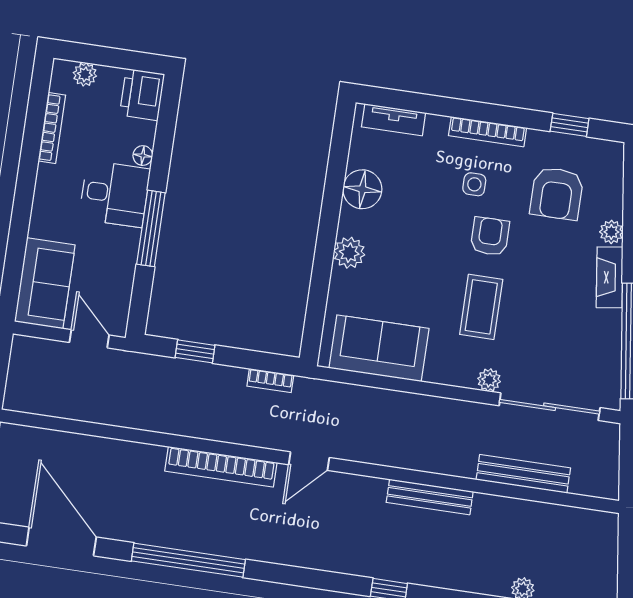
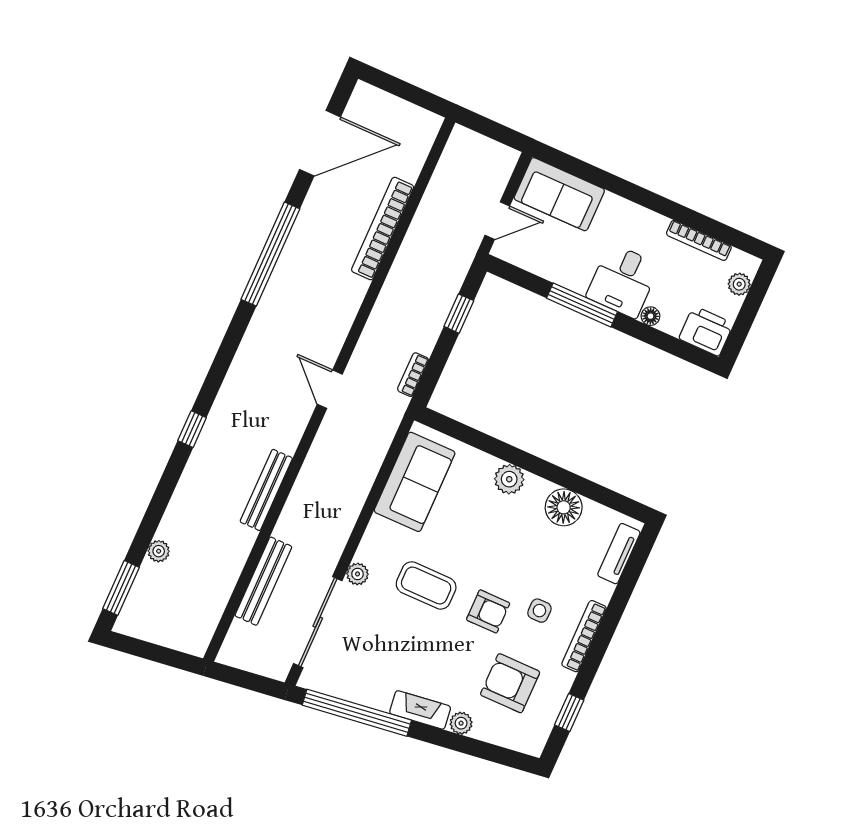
bookcase: (221, 467) -> (383, 229), moved

